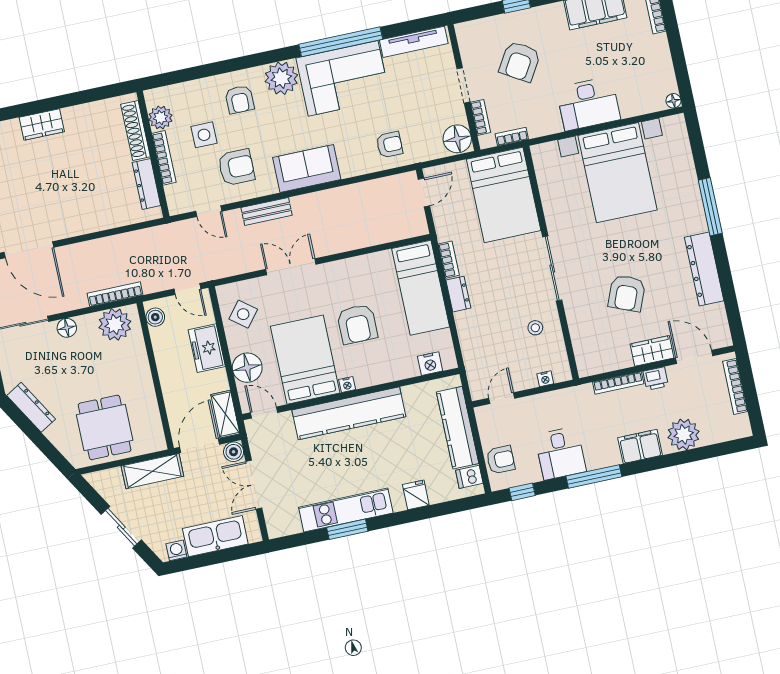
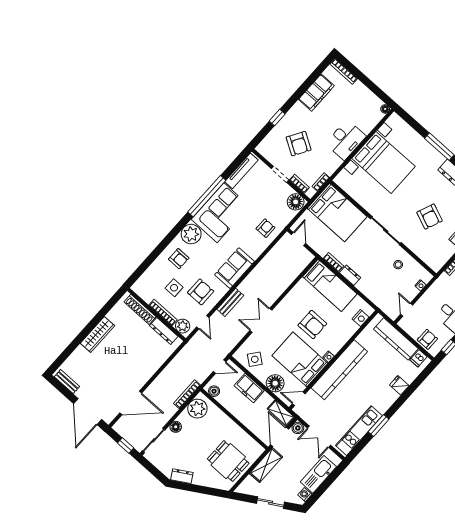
plant: (161, 118) -> (183, 326), moved
wardrobe: (42, 125) -> (97, 334), width x1.50
door: (209, 211) -> (203, 322), hinge flipped
dresser: (31, 407) -> (182, 476), width x0.70
kitchen unit: (346, 510) -> (359, 431), moved

